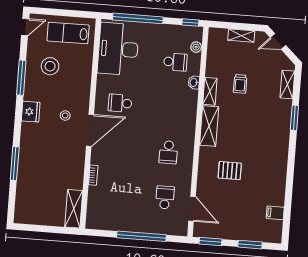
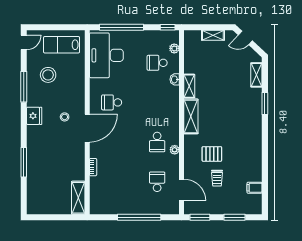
school desk: (175, 62) -> (157, 63), turned 180
trolley: (240, 84) -> (217, 178), moved
plant: (188, 162) -> (175, 150), added

